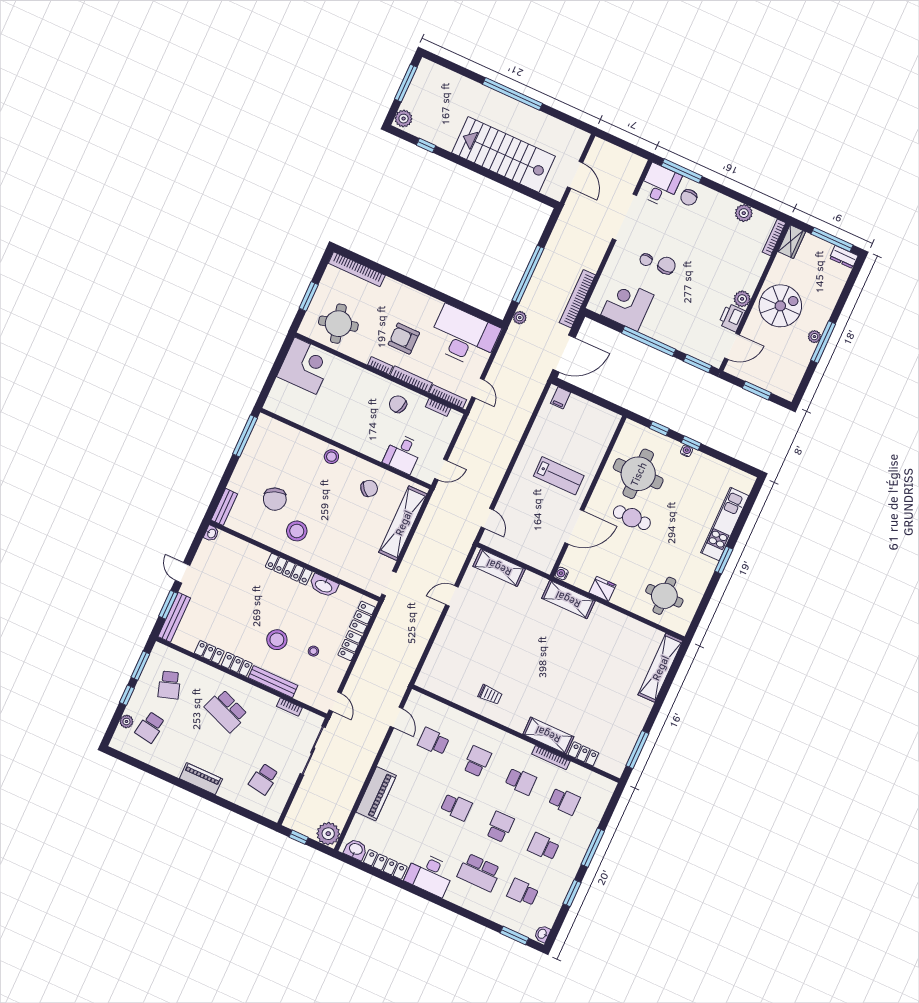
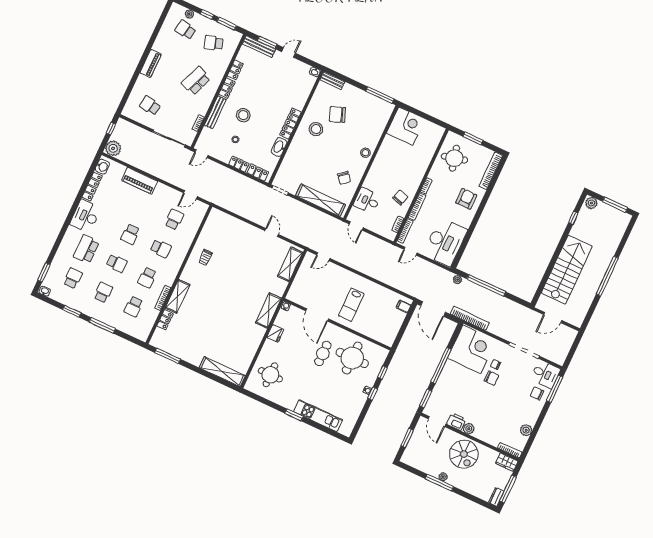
corner desk: (627, 305) -> (472, 349), width x1.36, depth x1.36
armchair: (404, 339) -> (466, 199), moved
corner desk: (305, 366) -> (406, 126), moved, turned -90

